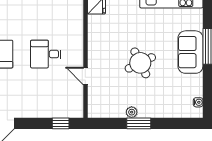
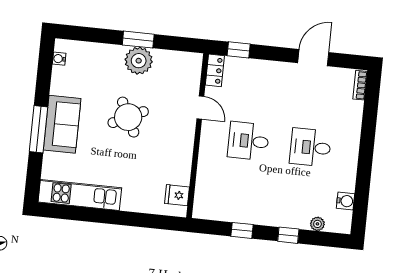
desk: (46, 54) -> (249, 141), turned 180
locker: (77, 106) -> (215, 70), added
plant: (132, 112) -> (139, 61), width x1.88, depth x1.88

